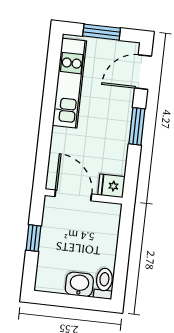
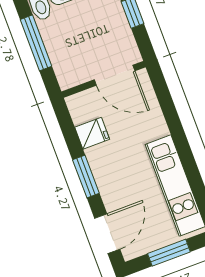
fridge: (111, 186) -> (92, 133), moved
window: (123, 253) -> (36, 43), added

